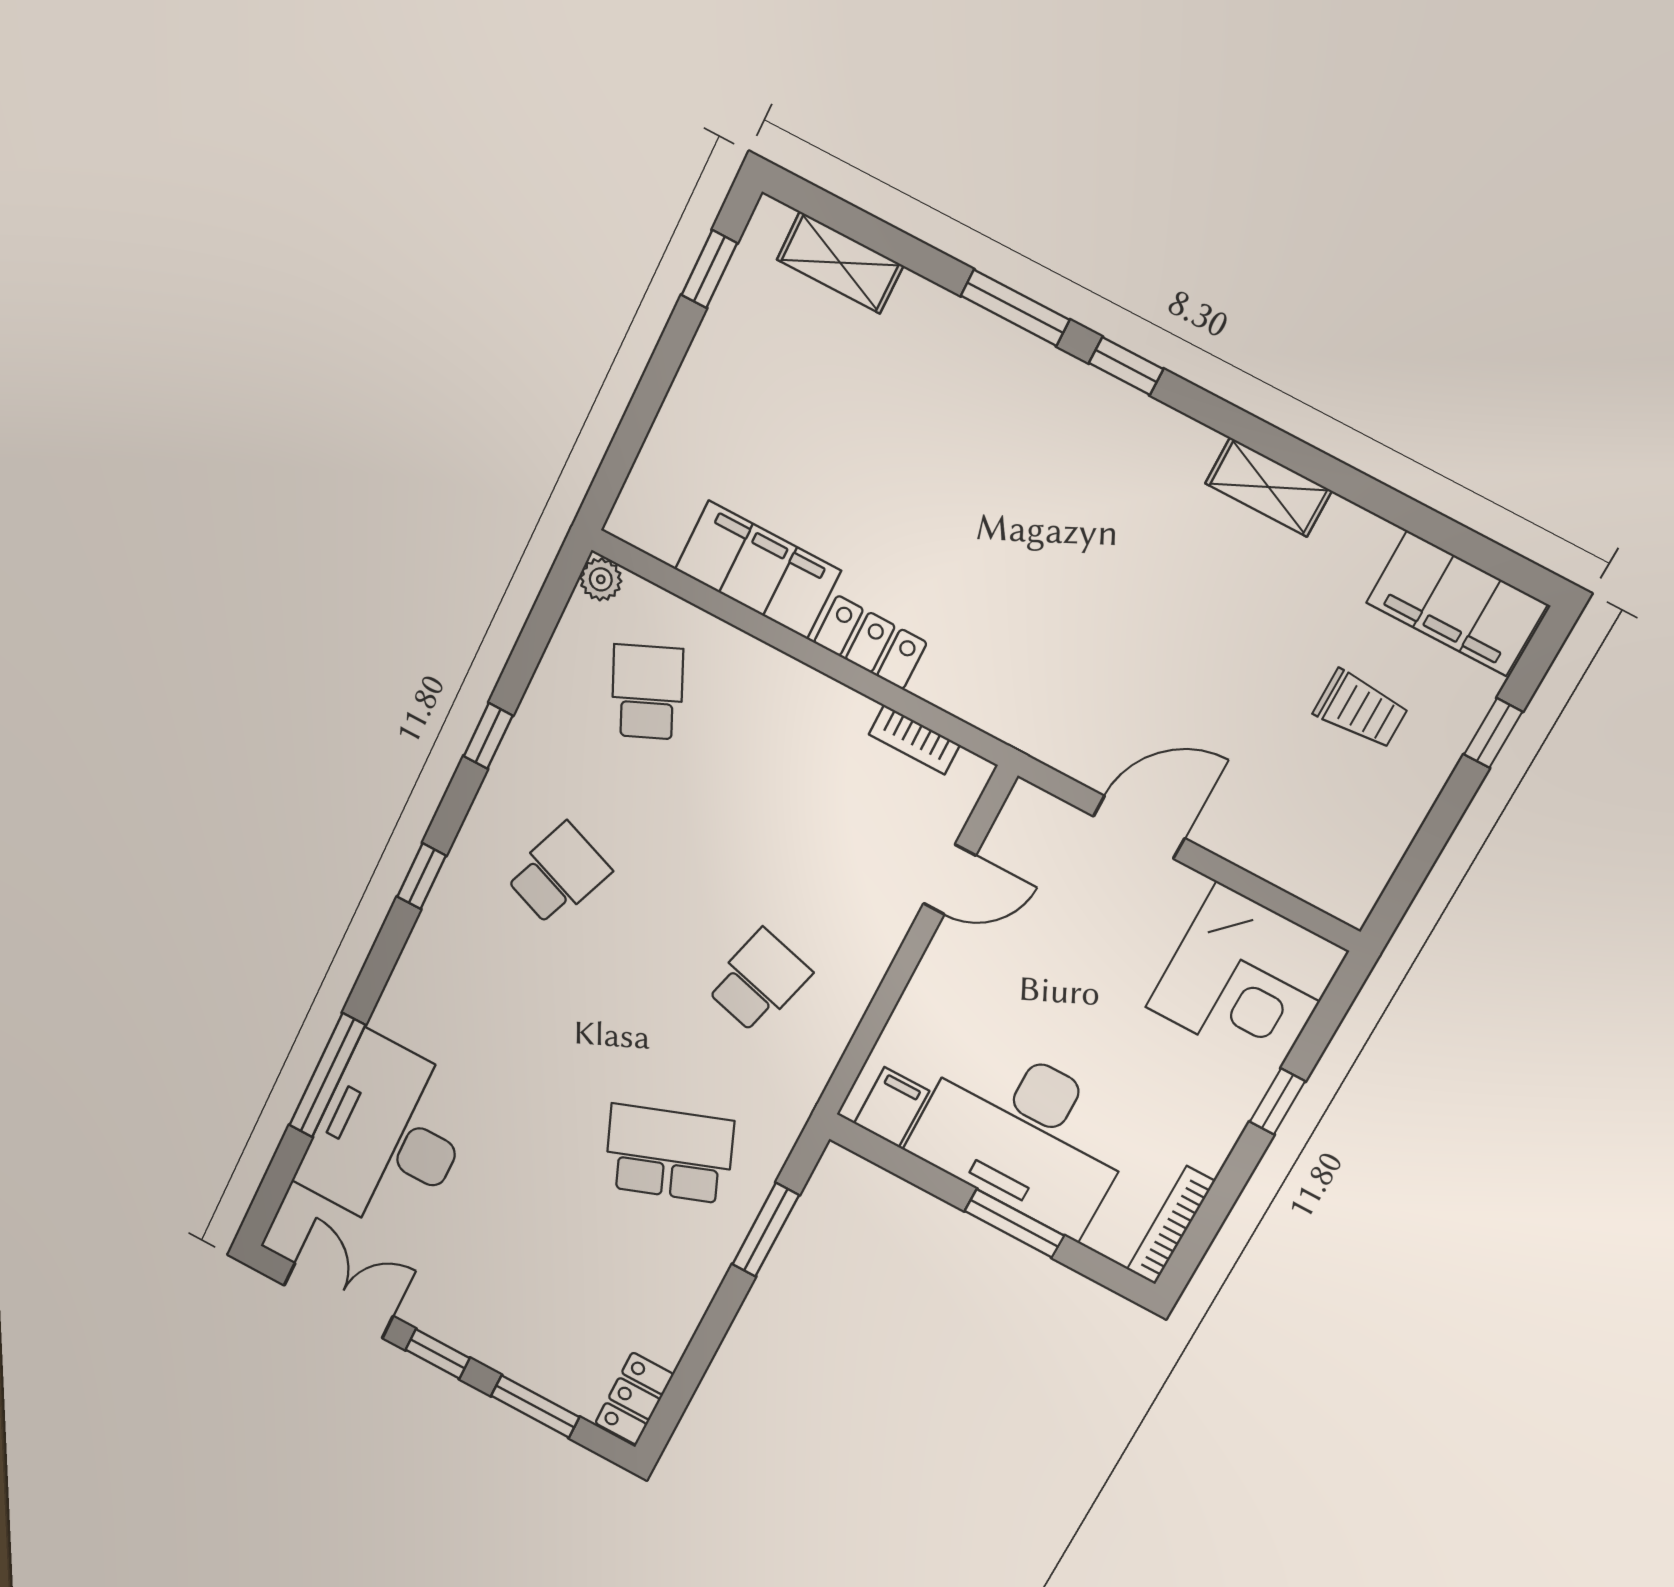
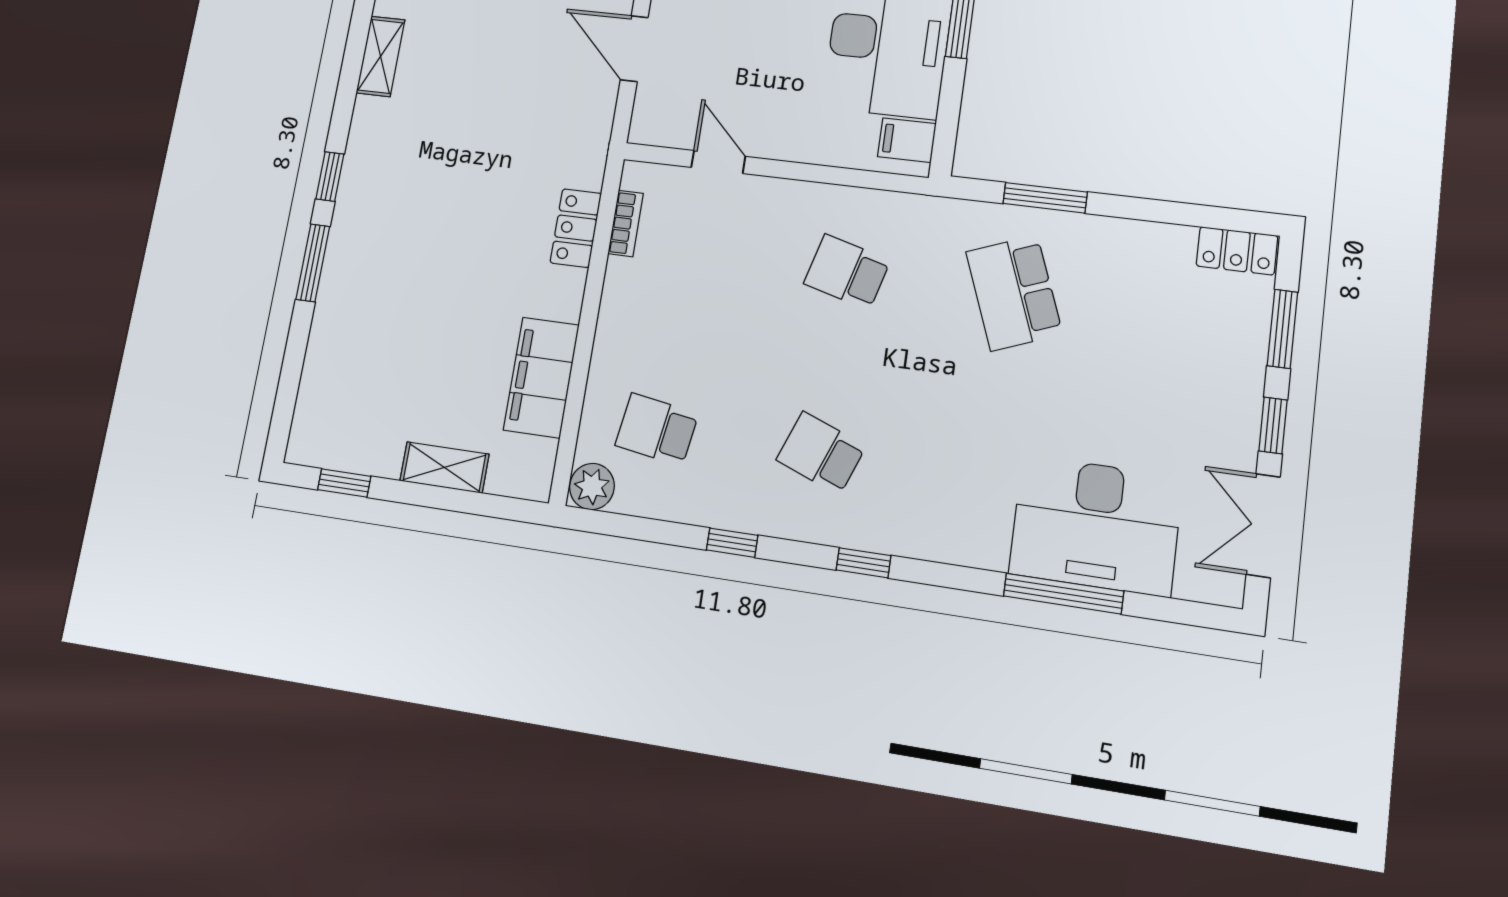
shelving: (840, 263) -> (444, 467), moved, turned 90
plant: (601, 579) -> (592, 487), width x1.38, depth x1.38
locker: (870, 643) -> (576, 228), moved
school desk: (647, 692) -> (657, 429), turned 33

